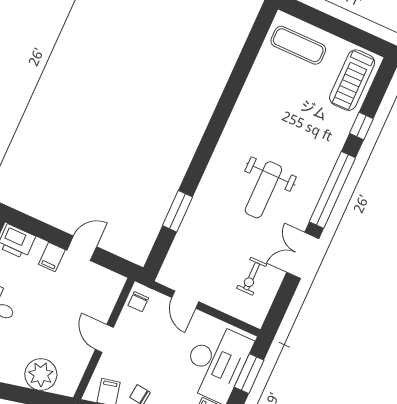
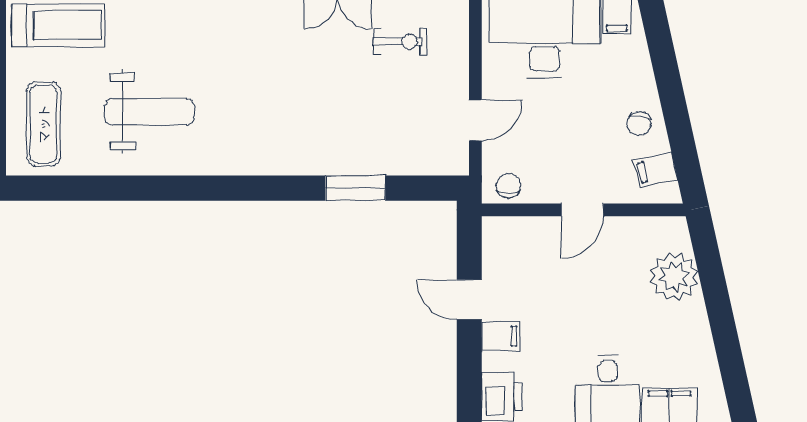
weight bench: (263, 190) -> (149, 112), moved
chair: (138, 302) -> (508, 186), turned -90

